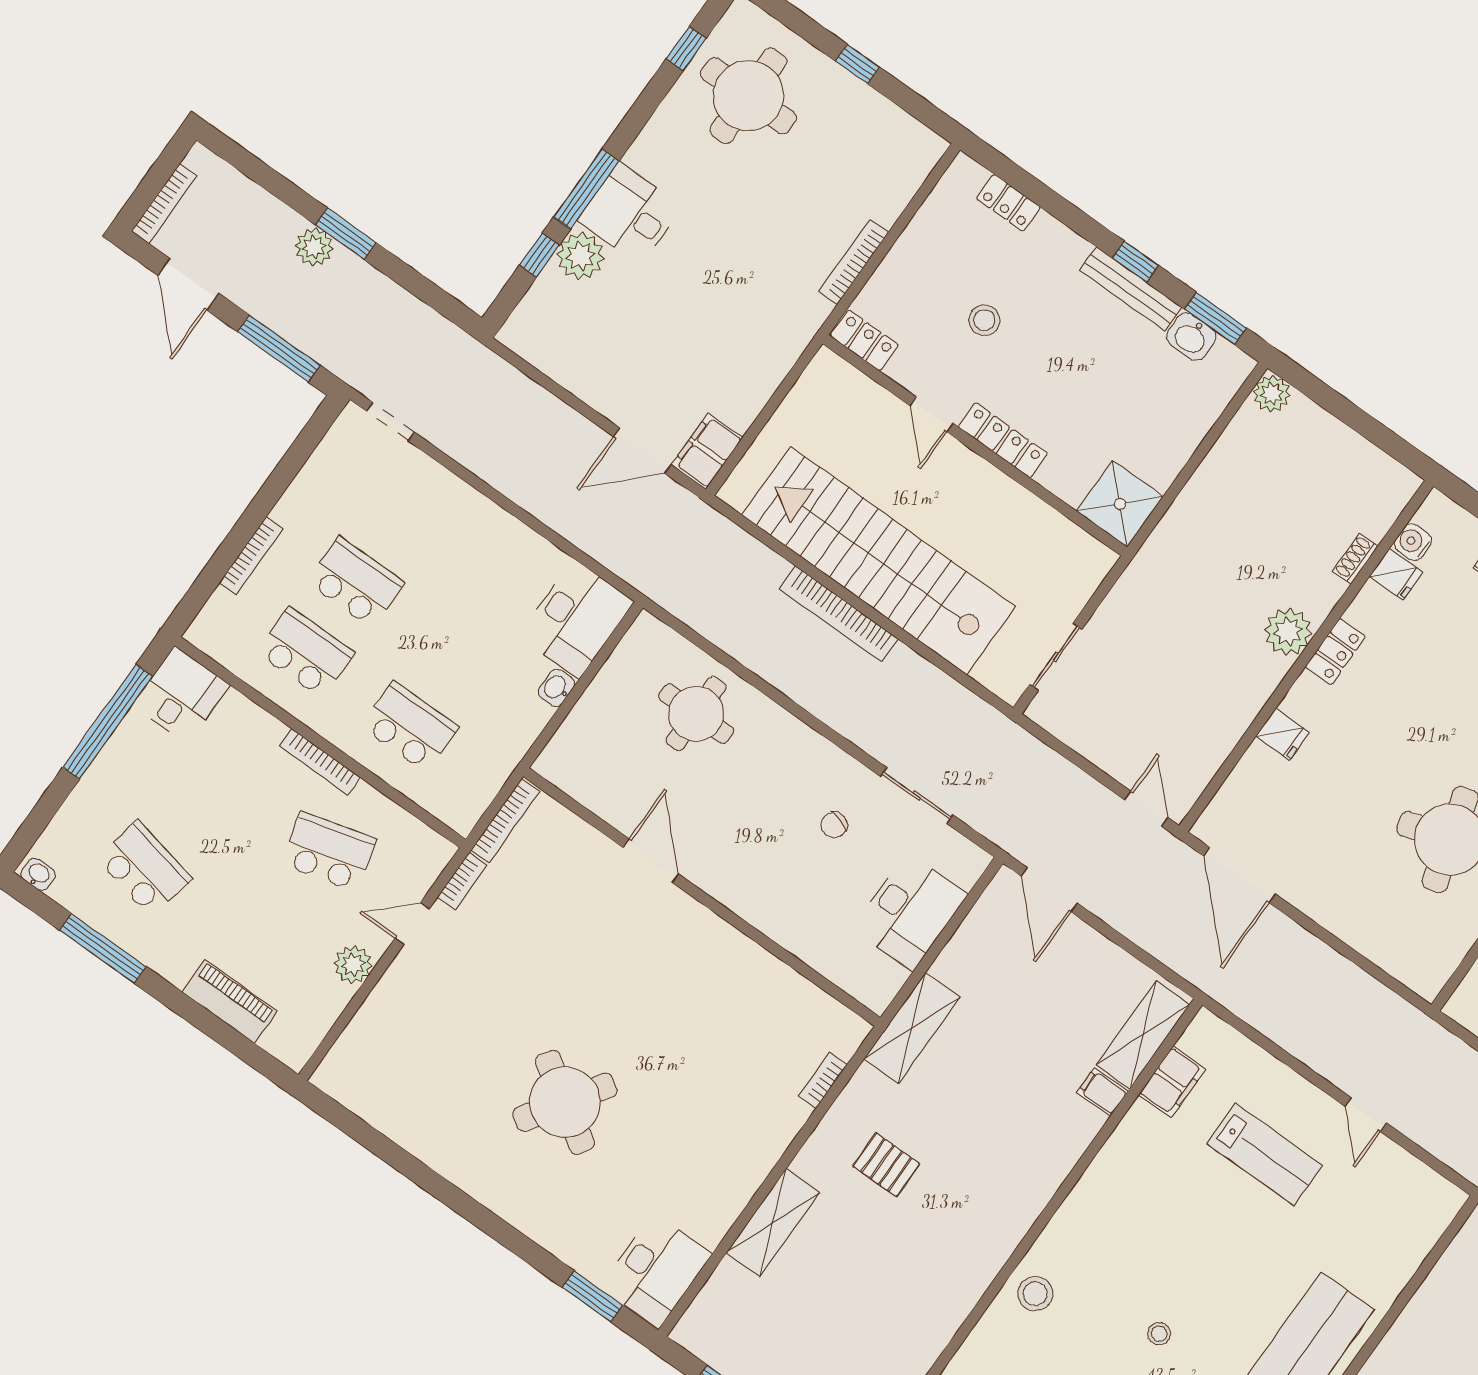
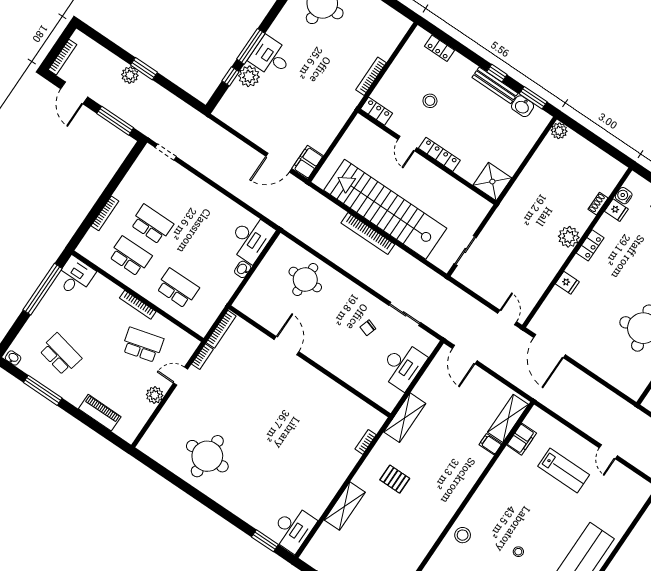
round table: (565, 1102) -> (207, 456), moved, turned -33

